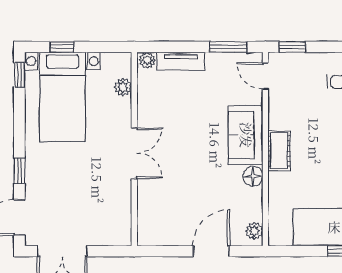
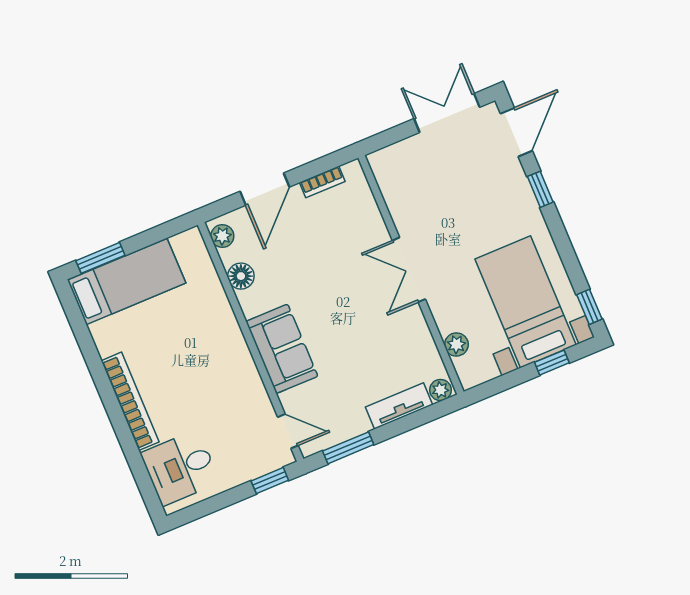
cot: (279, 151) -> (233, 347), removed
floor lamp: (253, 176) -> (241, 276), moved
bookcase: (169, 239) -> (322, 182), added

